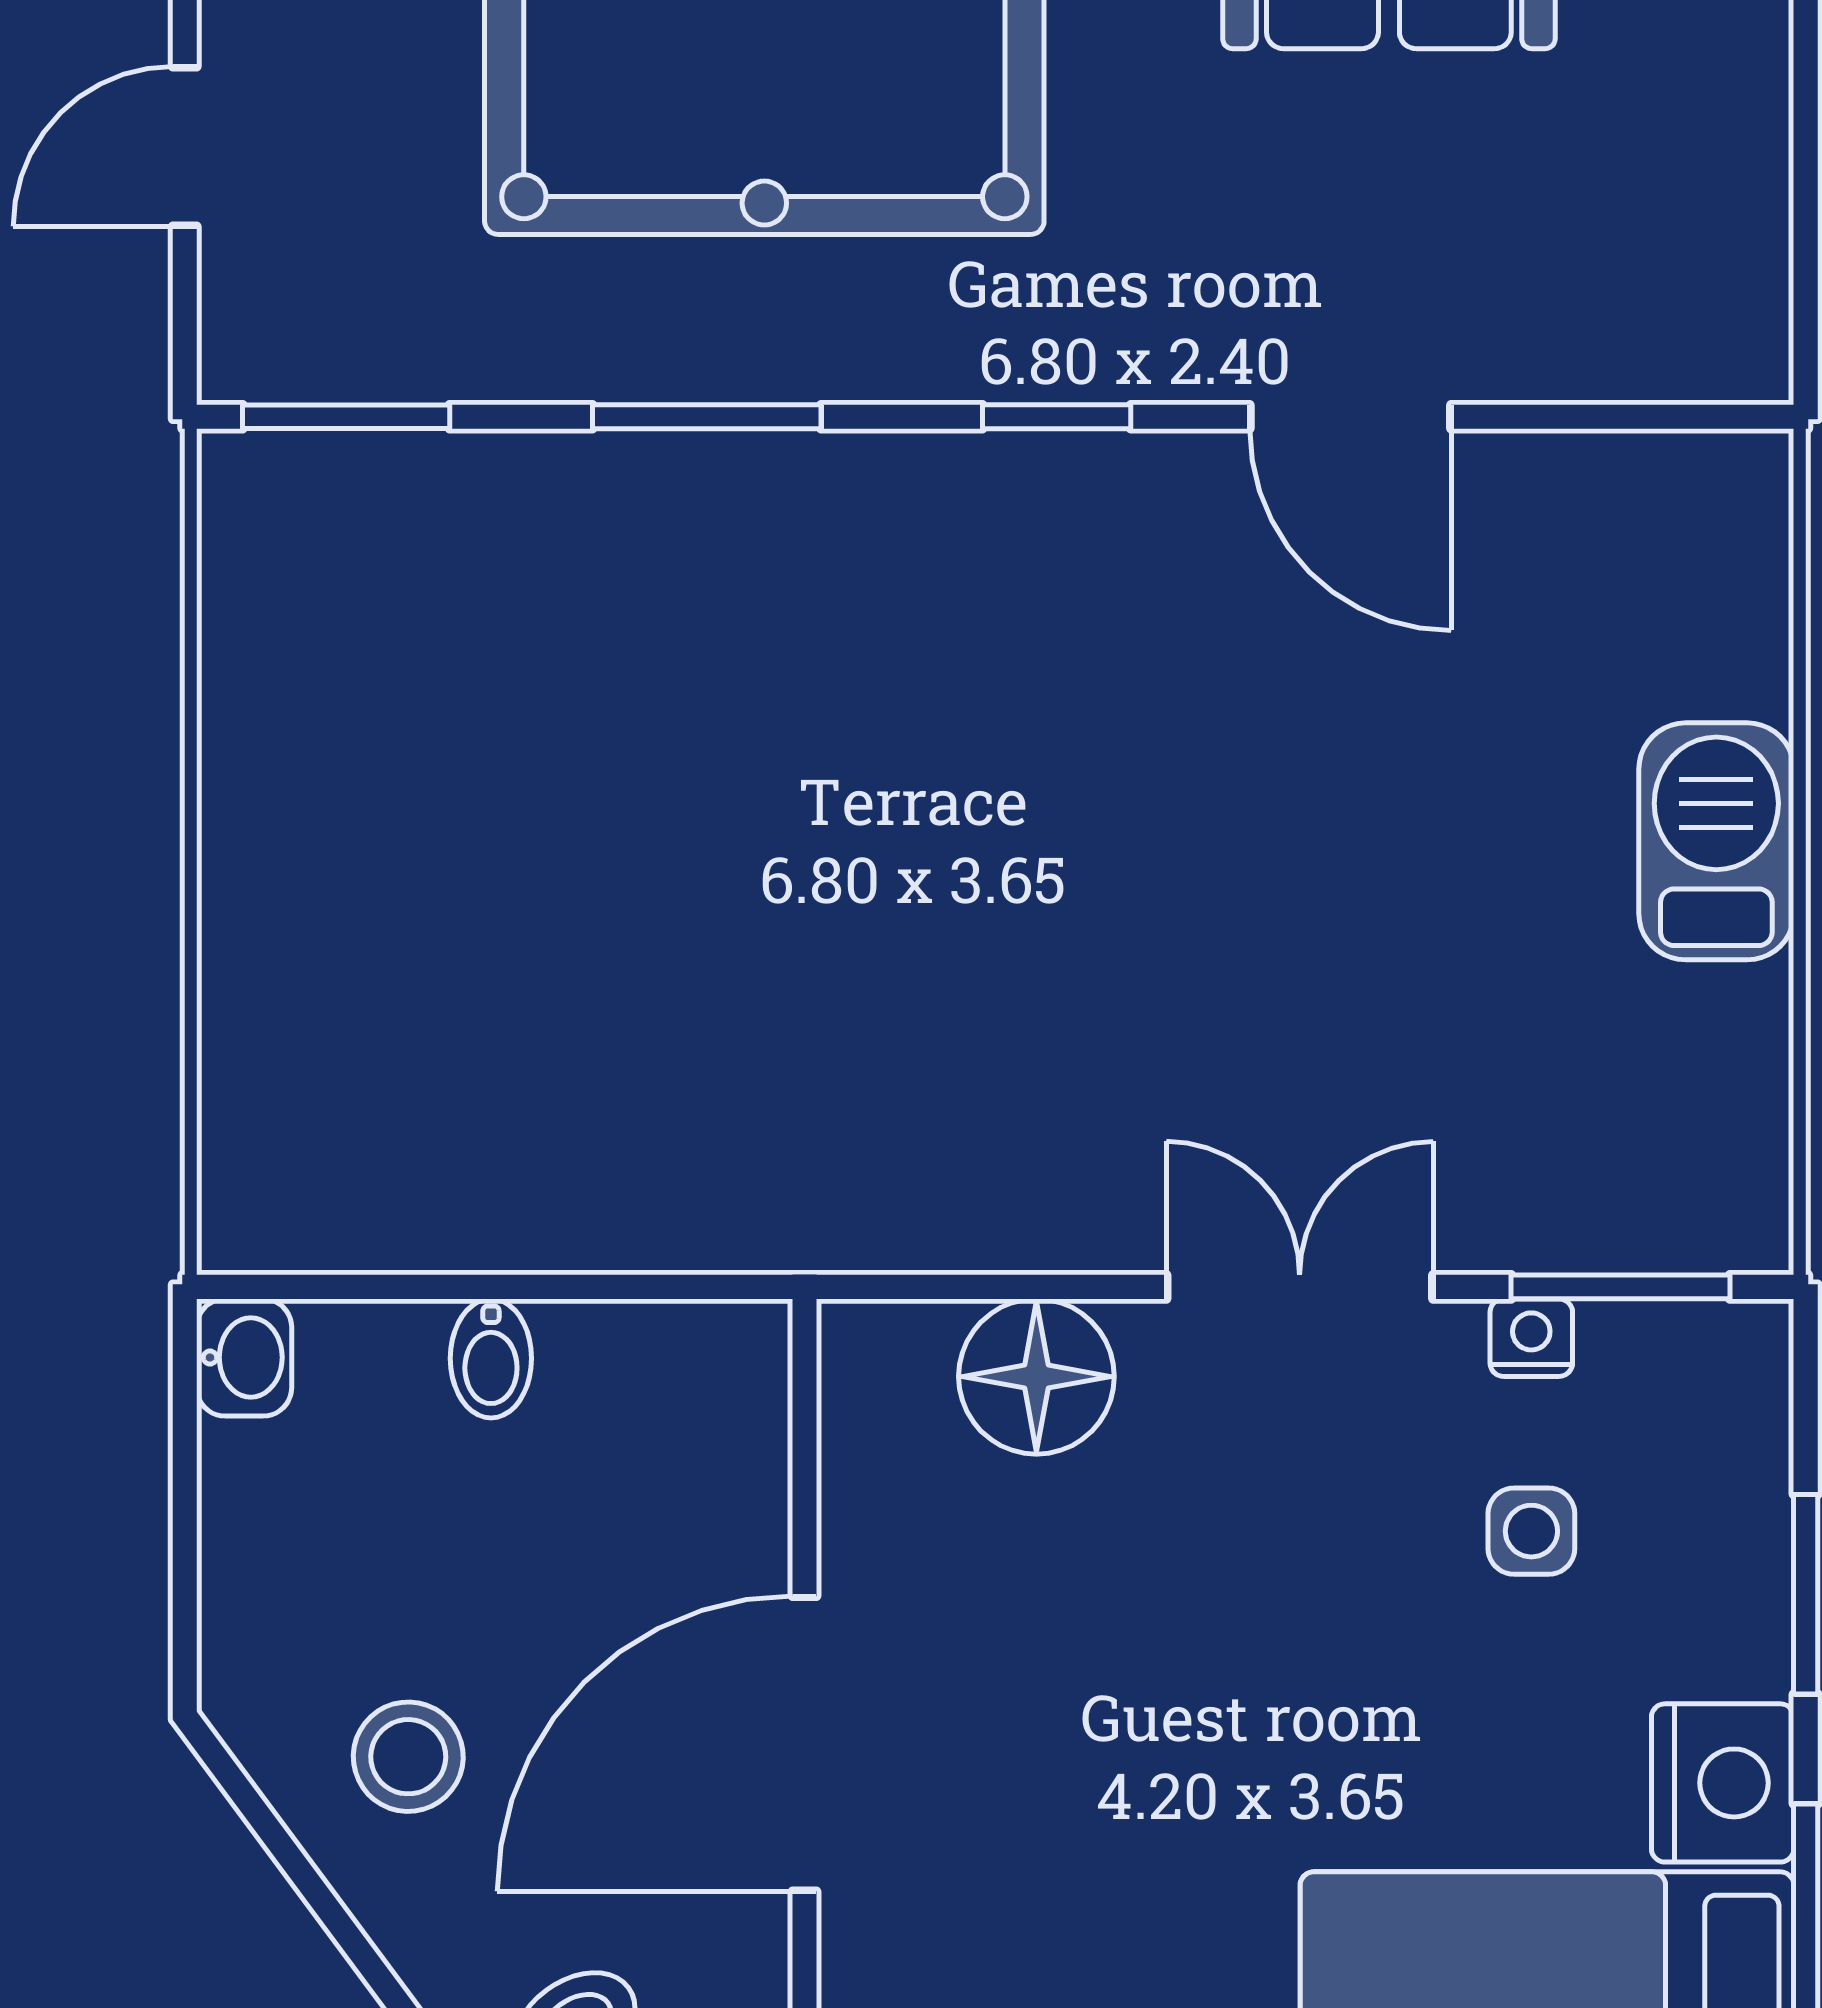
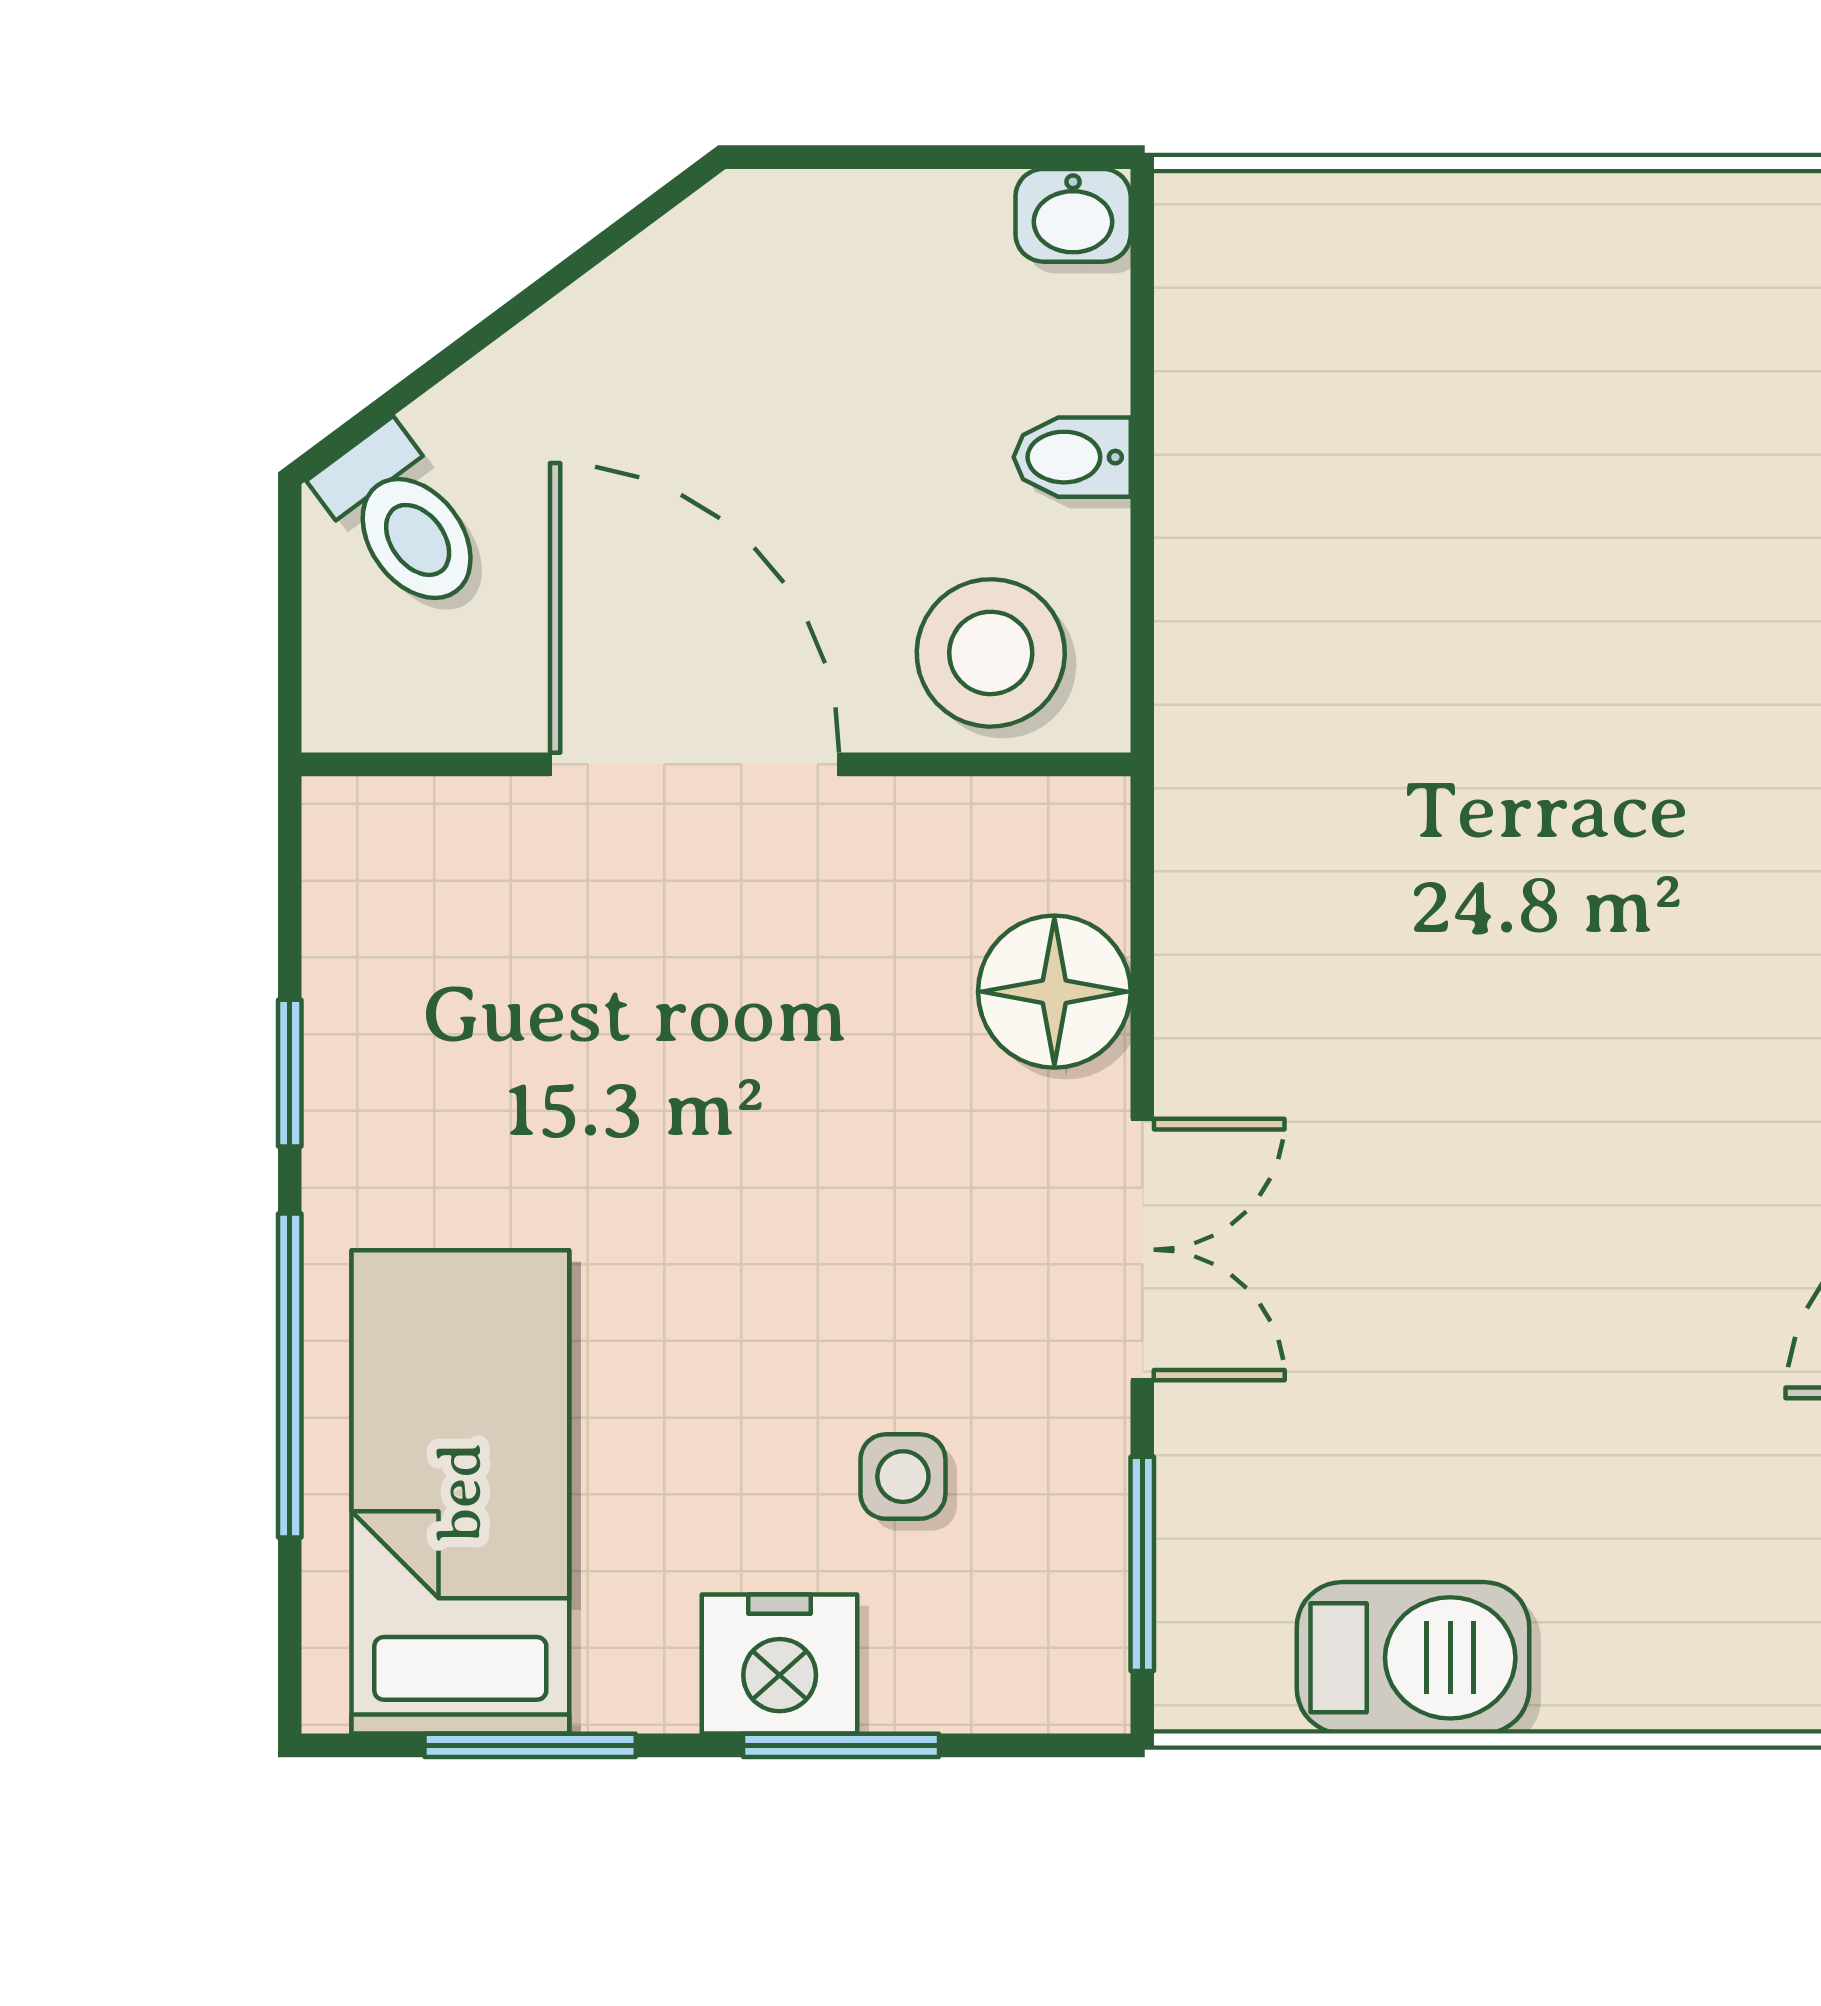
barbecue: (1716, 841) -> (1413, 1658), moved
nightstand: (1531, 1338) -> (1092, 1476), removed
stool: (408, 1757) -> (991, 653), moved, width x1.38, depth x1.38
nightstand: (1723, 1783) -> (780, 1664), moved

